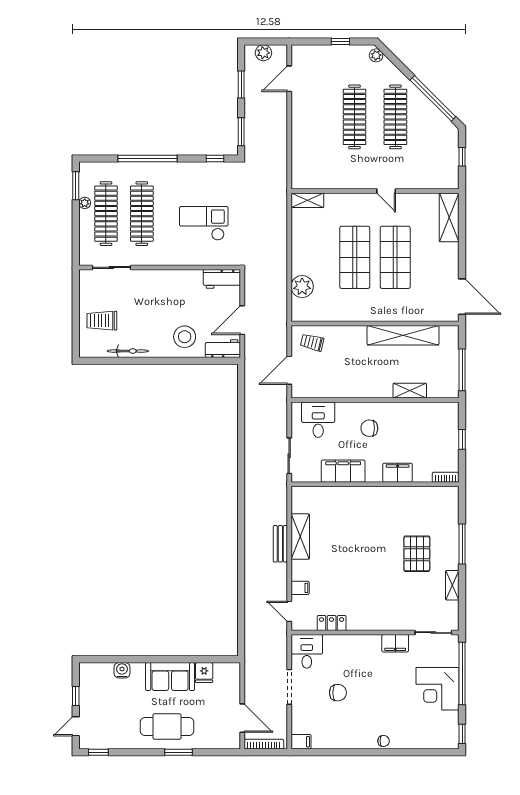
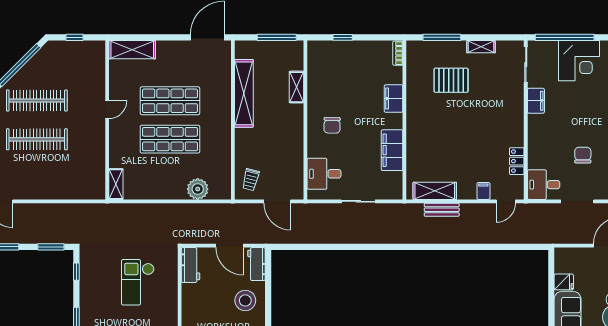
filing cabinet: (343, 471) -> (392, 150), moved
filing cabinet: (398, 473) -> (393, 99), moved
bookcase: (445, 477) -> (398, 53), moved
wall: (375, 484) -> (404, 120), moved

